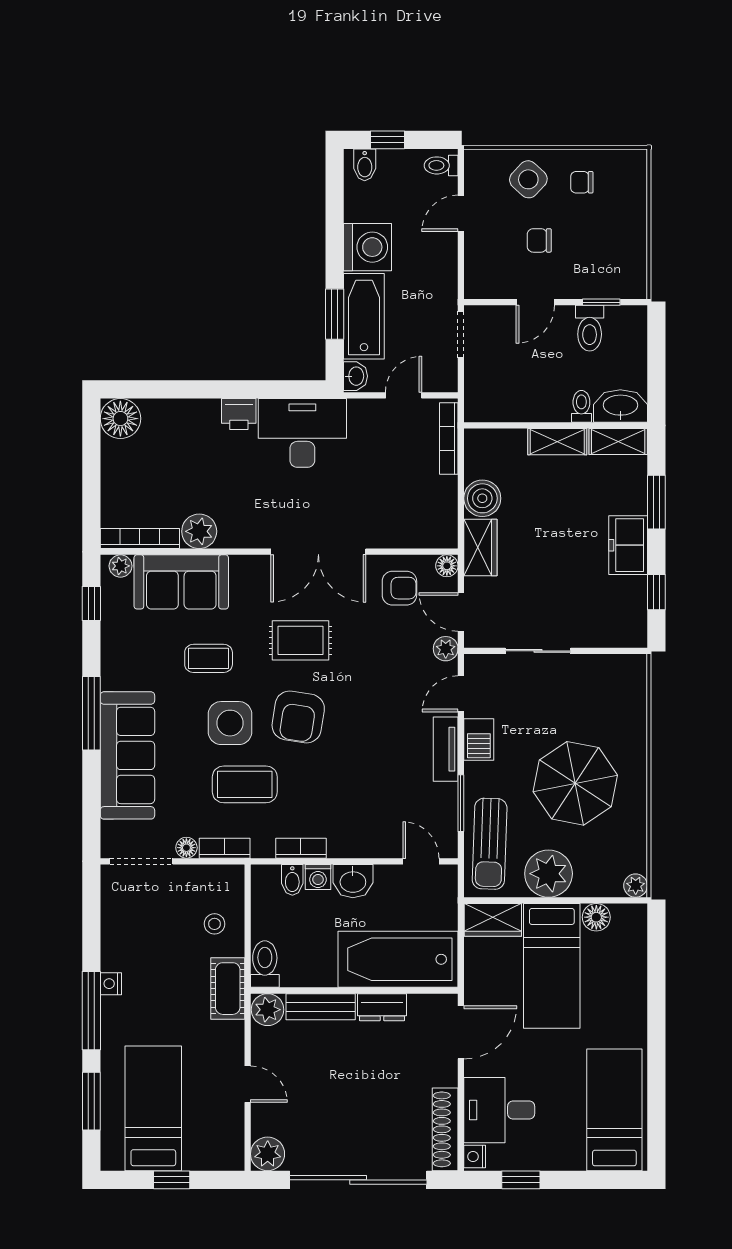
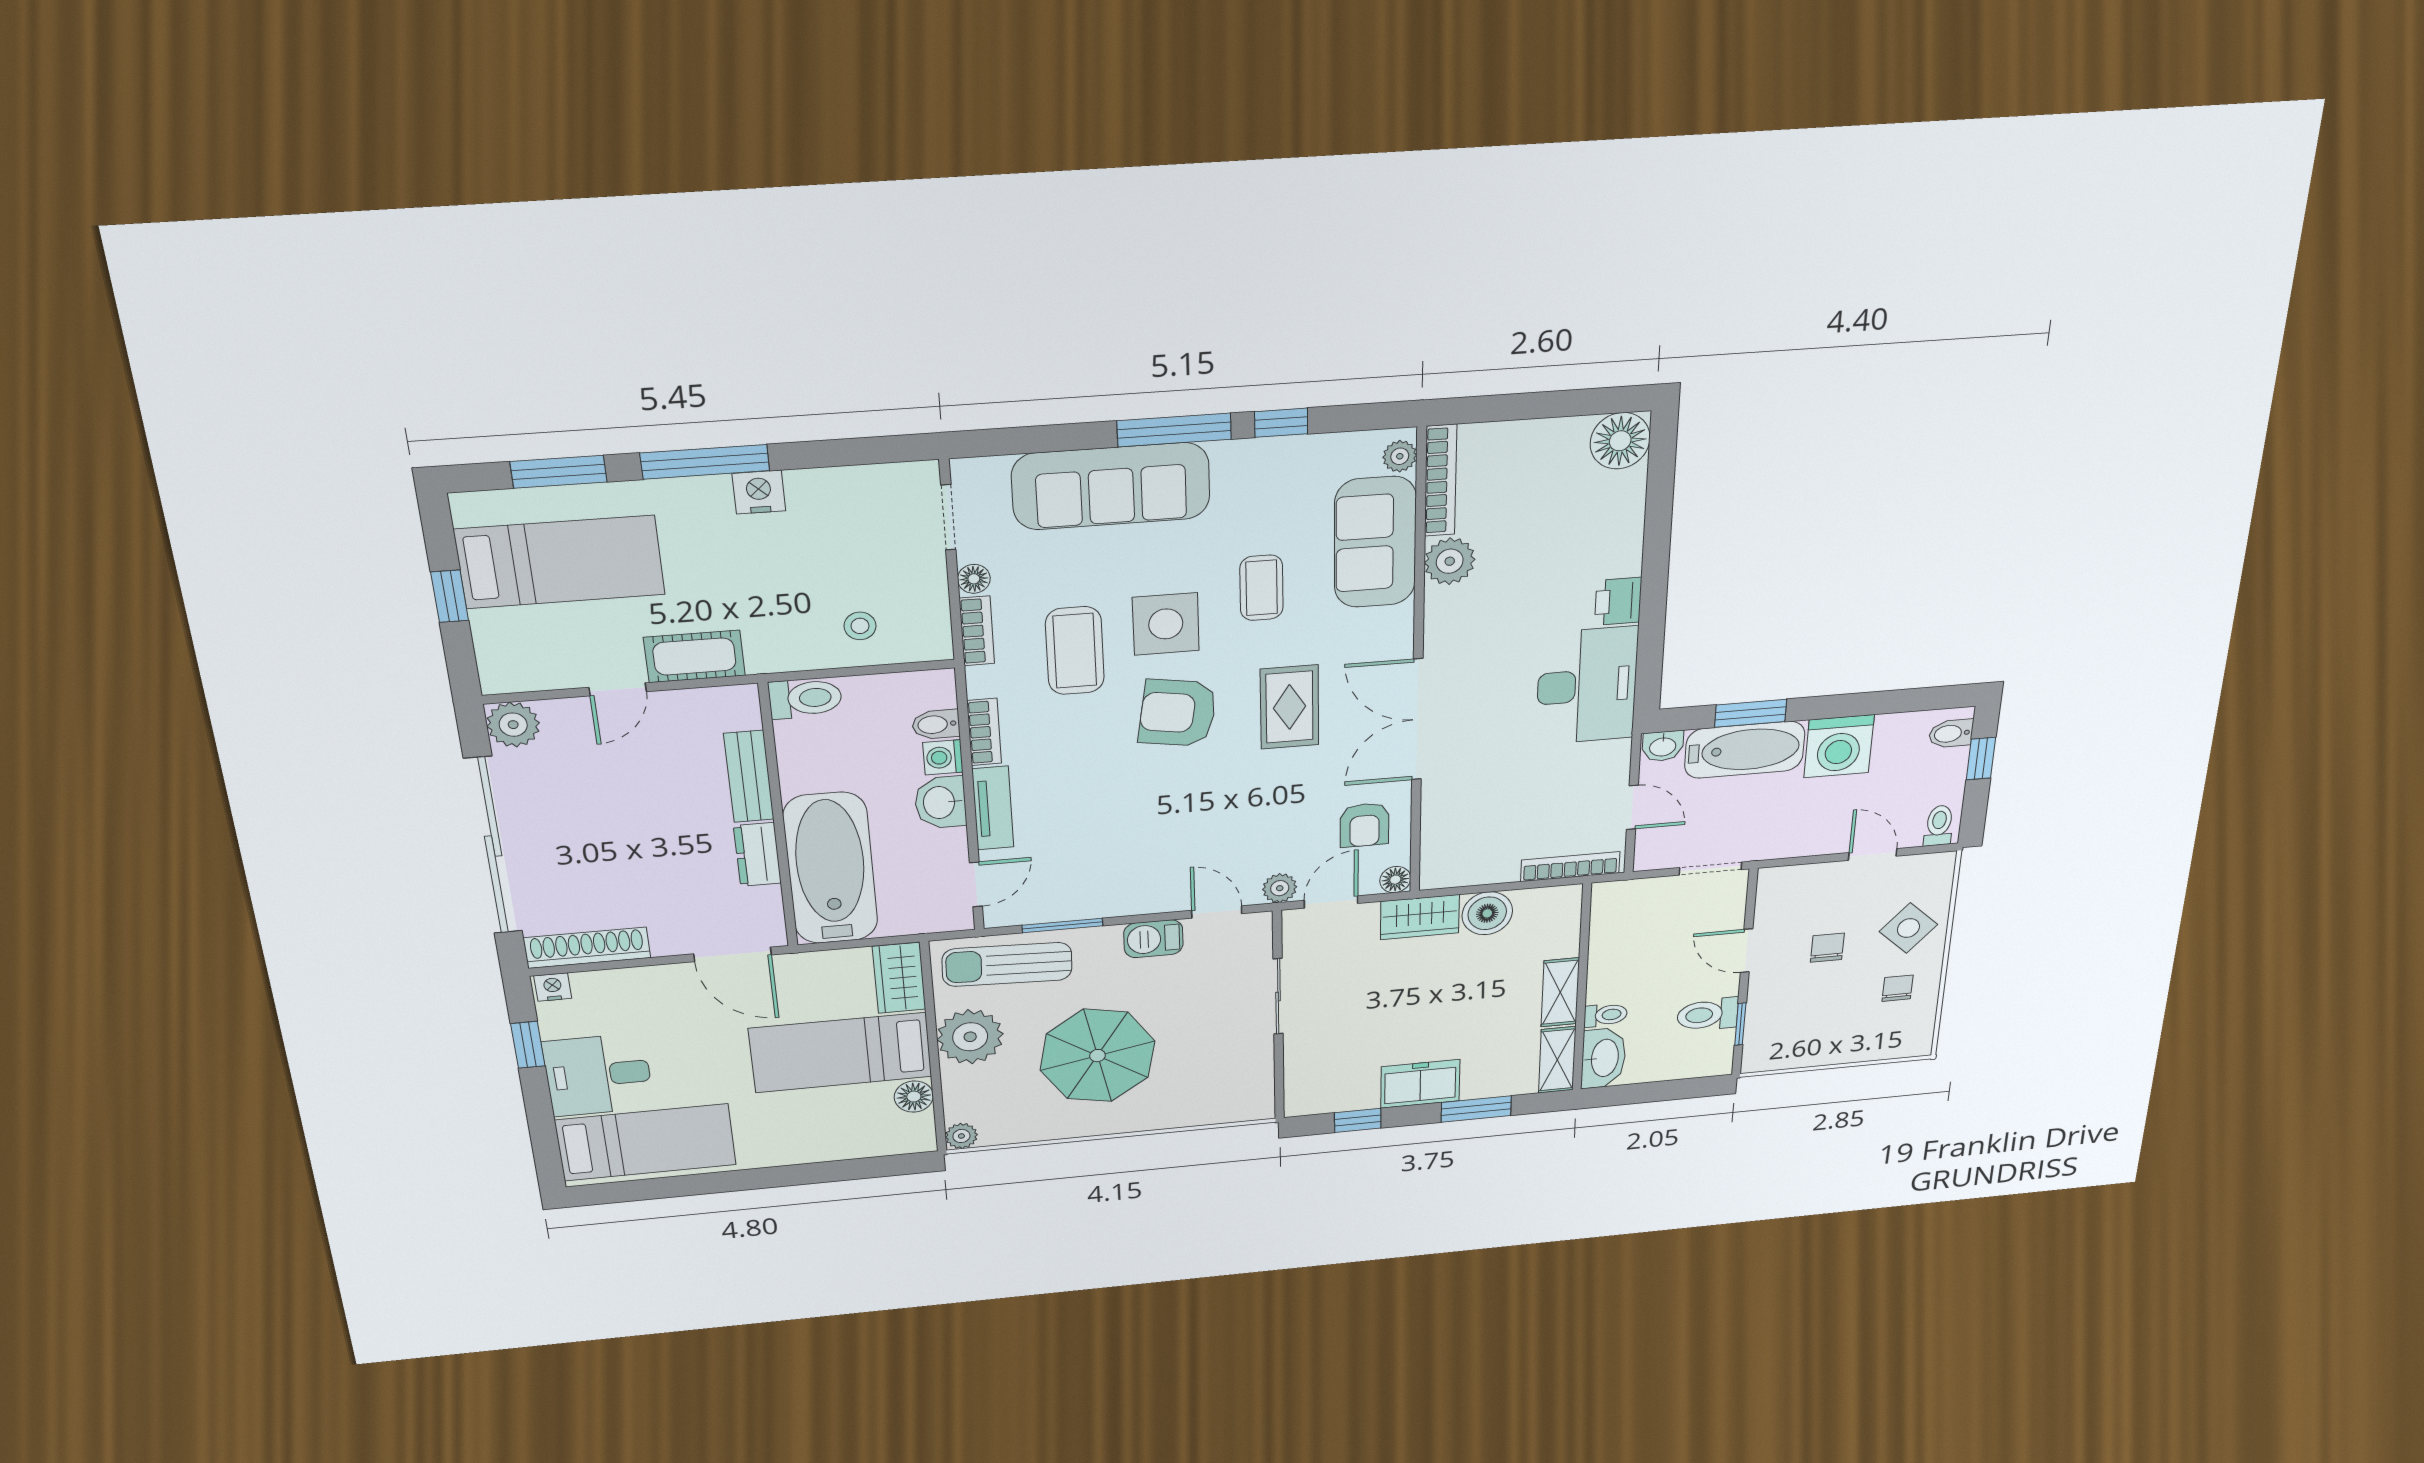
window: (91, 603) -> (1281, 423), moved
tv unit: (446, 749) -> (993, 808), moved, turned 90
doorway: (141, 861) -> (948, 517), width x0.73
nightstand: (111, 984) -> (759, 492), width x1.39, depth x1.35
cot: (228, 989) -> (694, 657), moved
plant: (268, 1010) -> (736, 707), removed
desk: (499, 1110) -> (598, 1075), moved, turned -90

